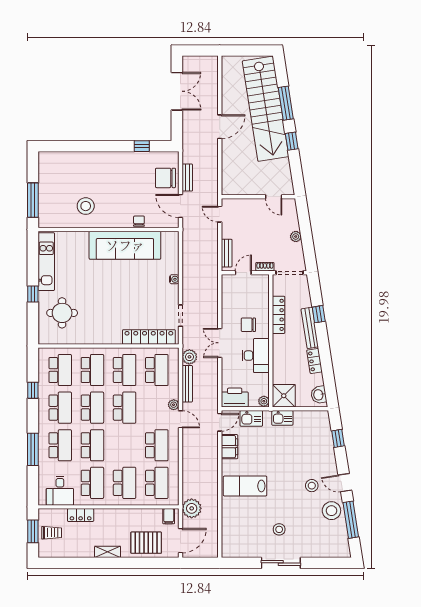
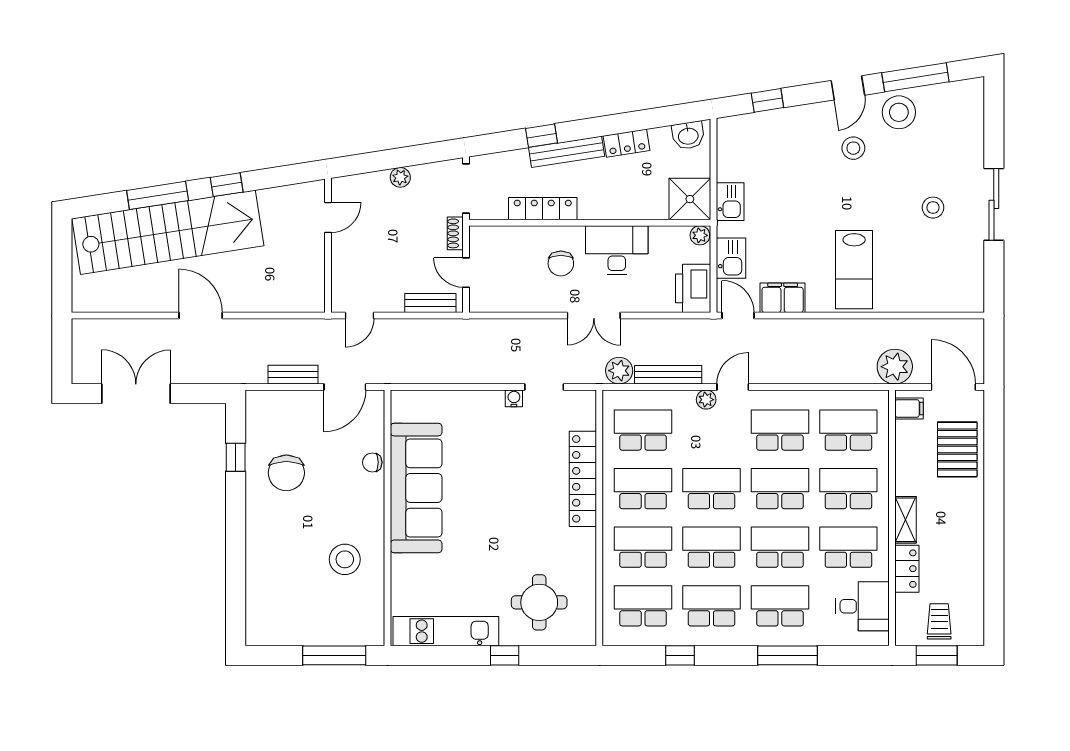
chair: (165, 178) -> (286, 473), moved
water cooler: (174, 279) -> (514, 398), moved
locker: (149, 337) -> (583, 479), moved
school desk: (125, 445) -> (780, 489), added
shelving: (108, 552) -> (905, 520), moved

